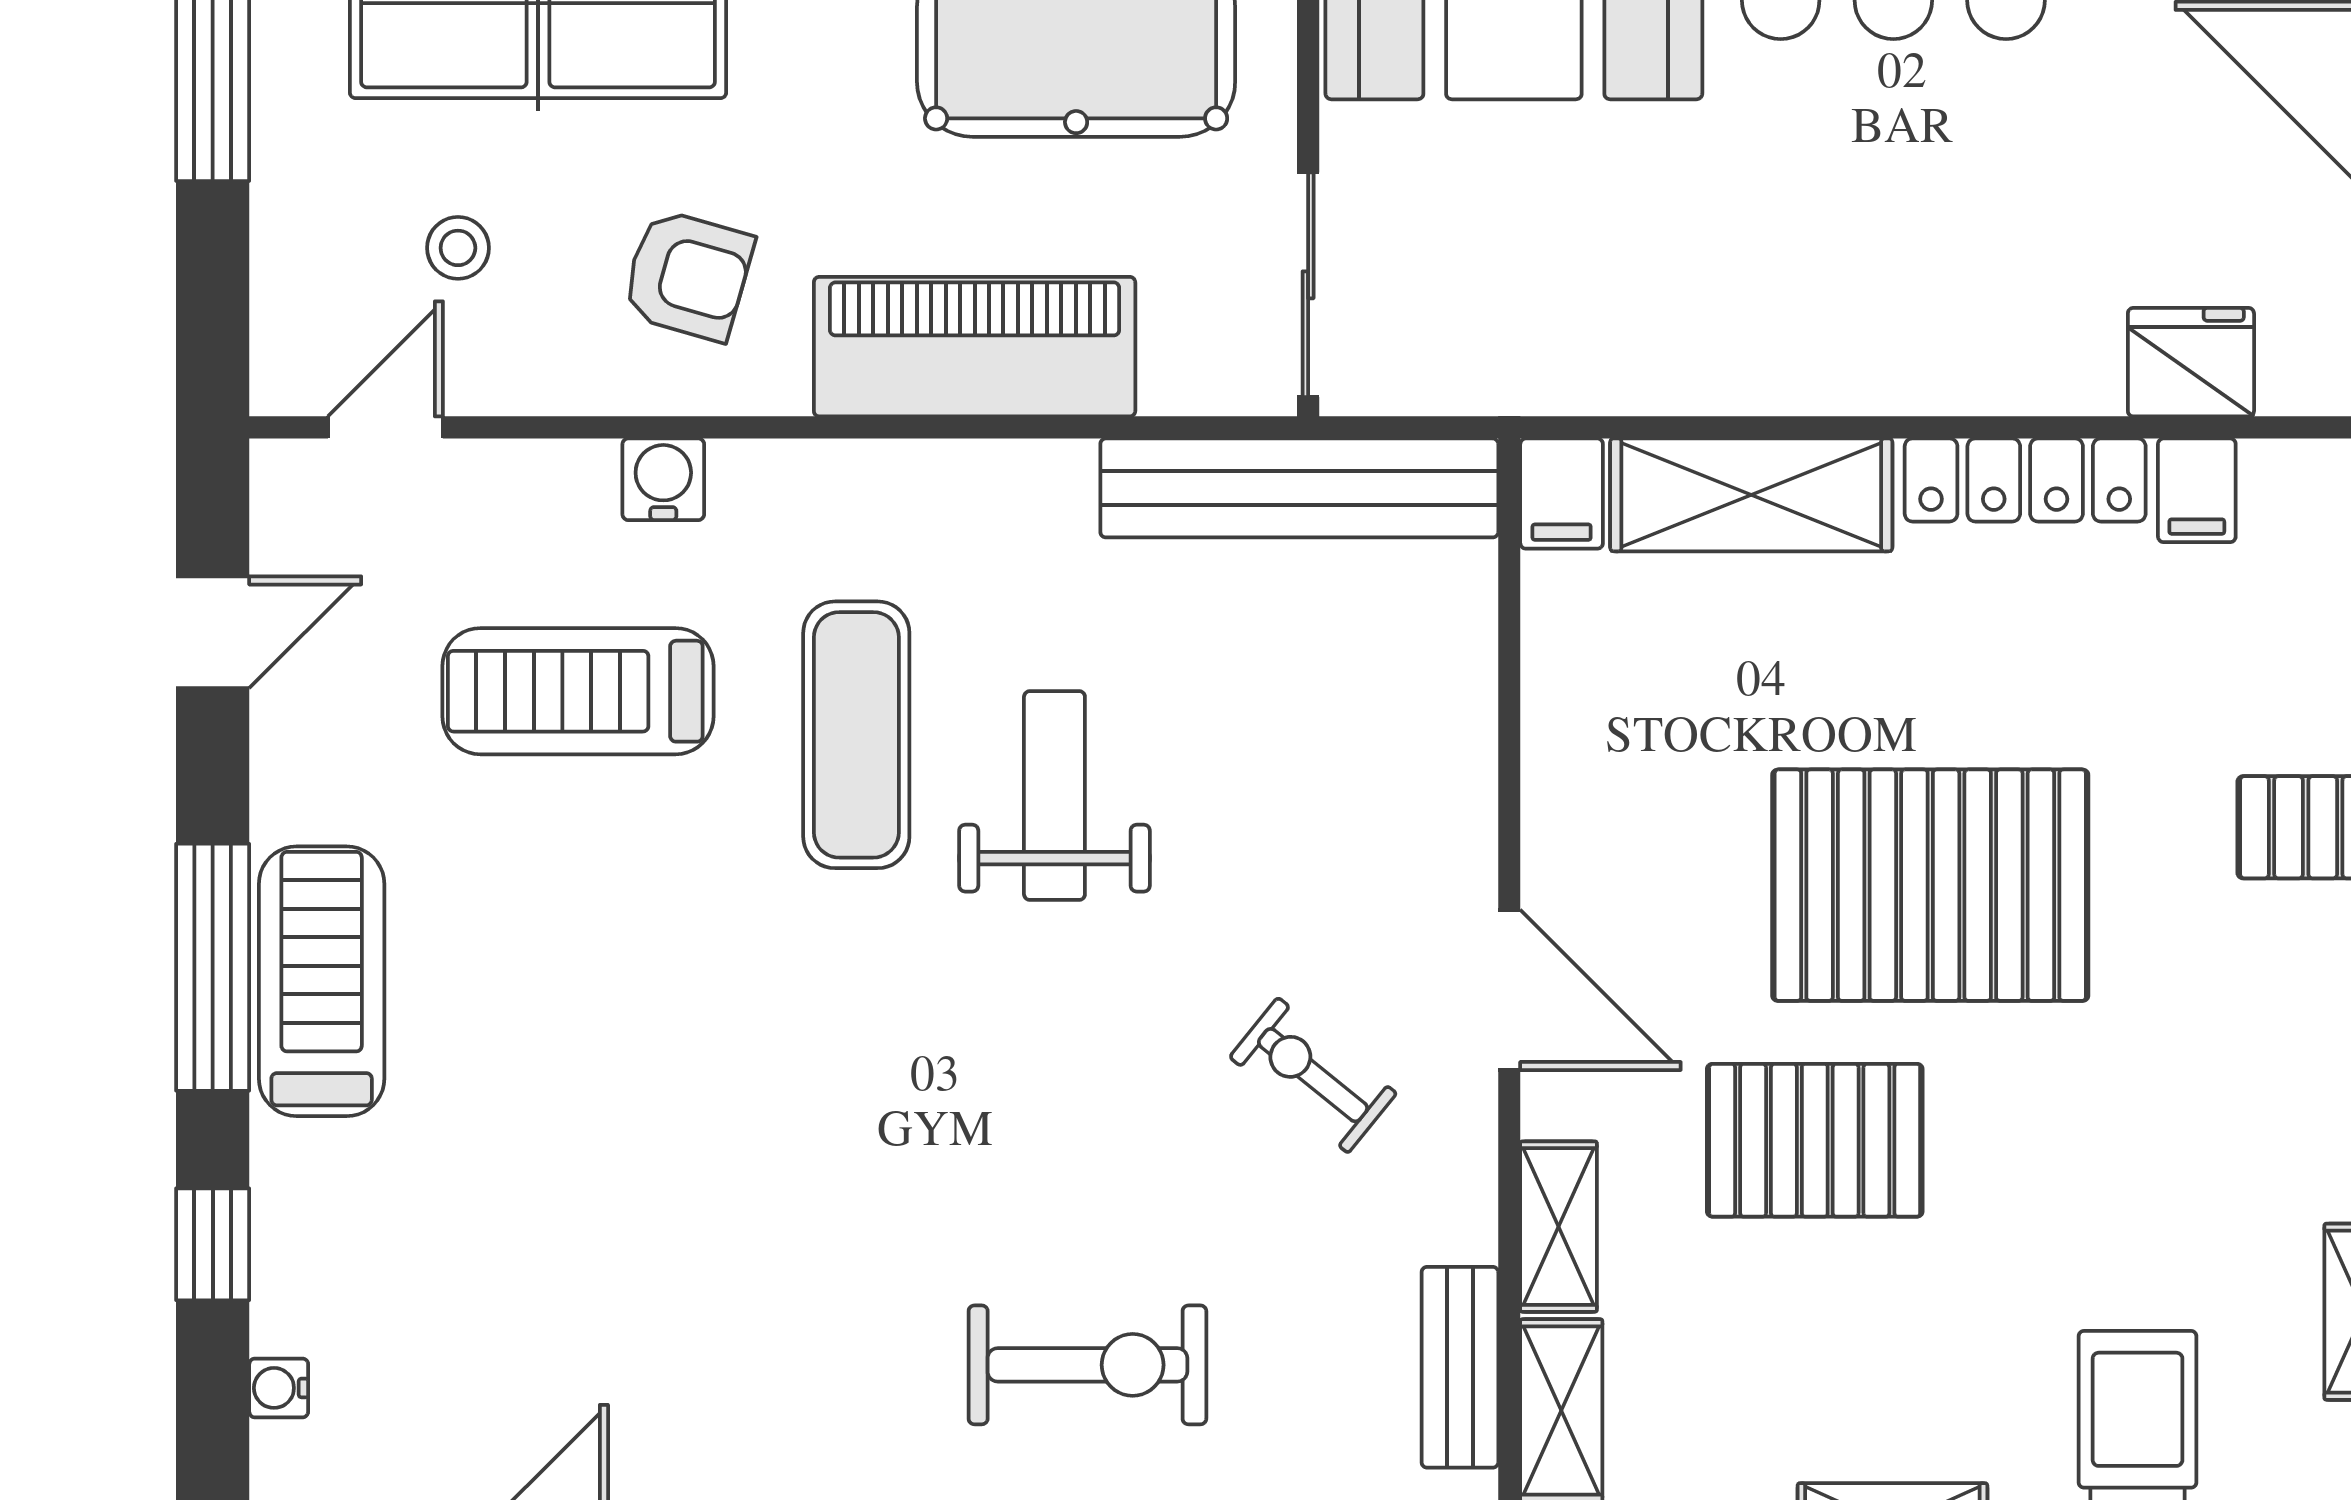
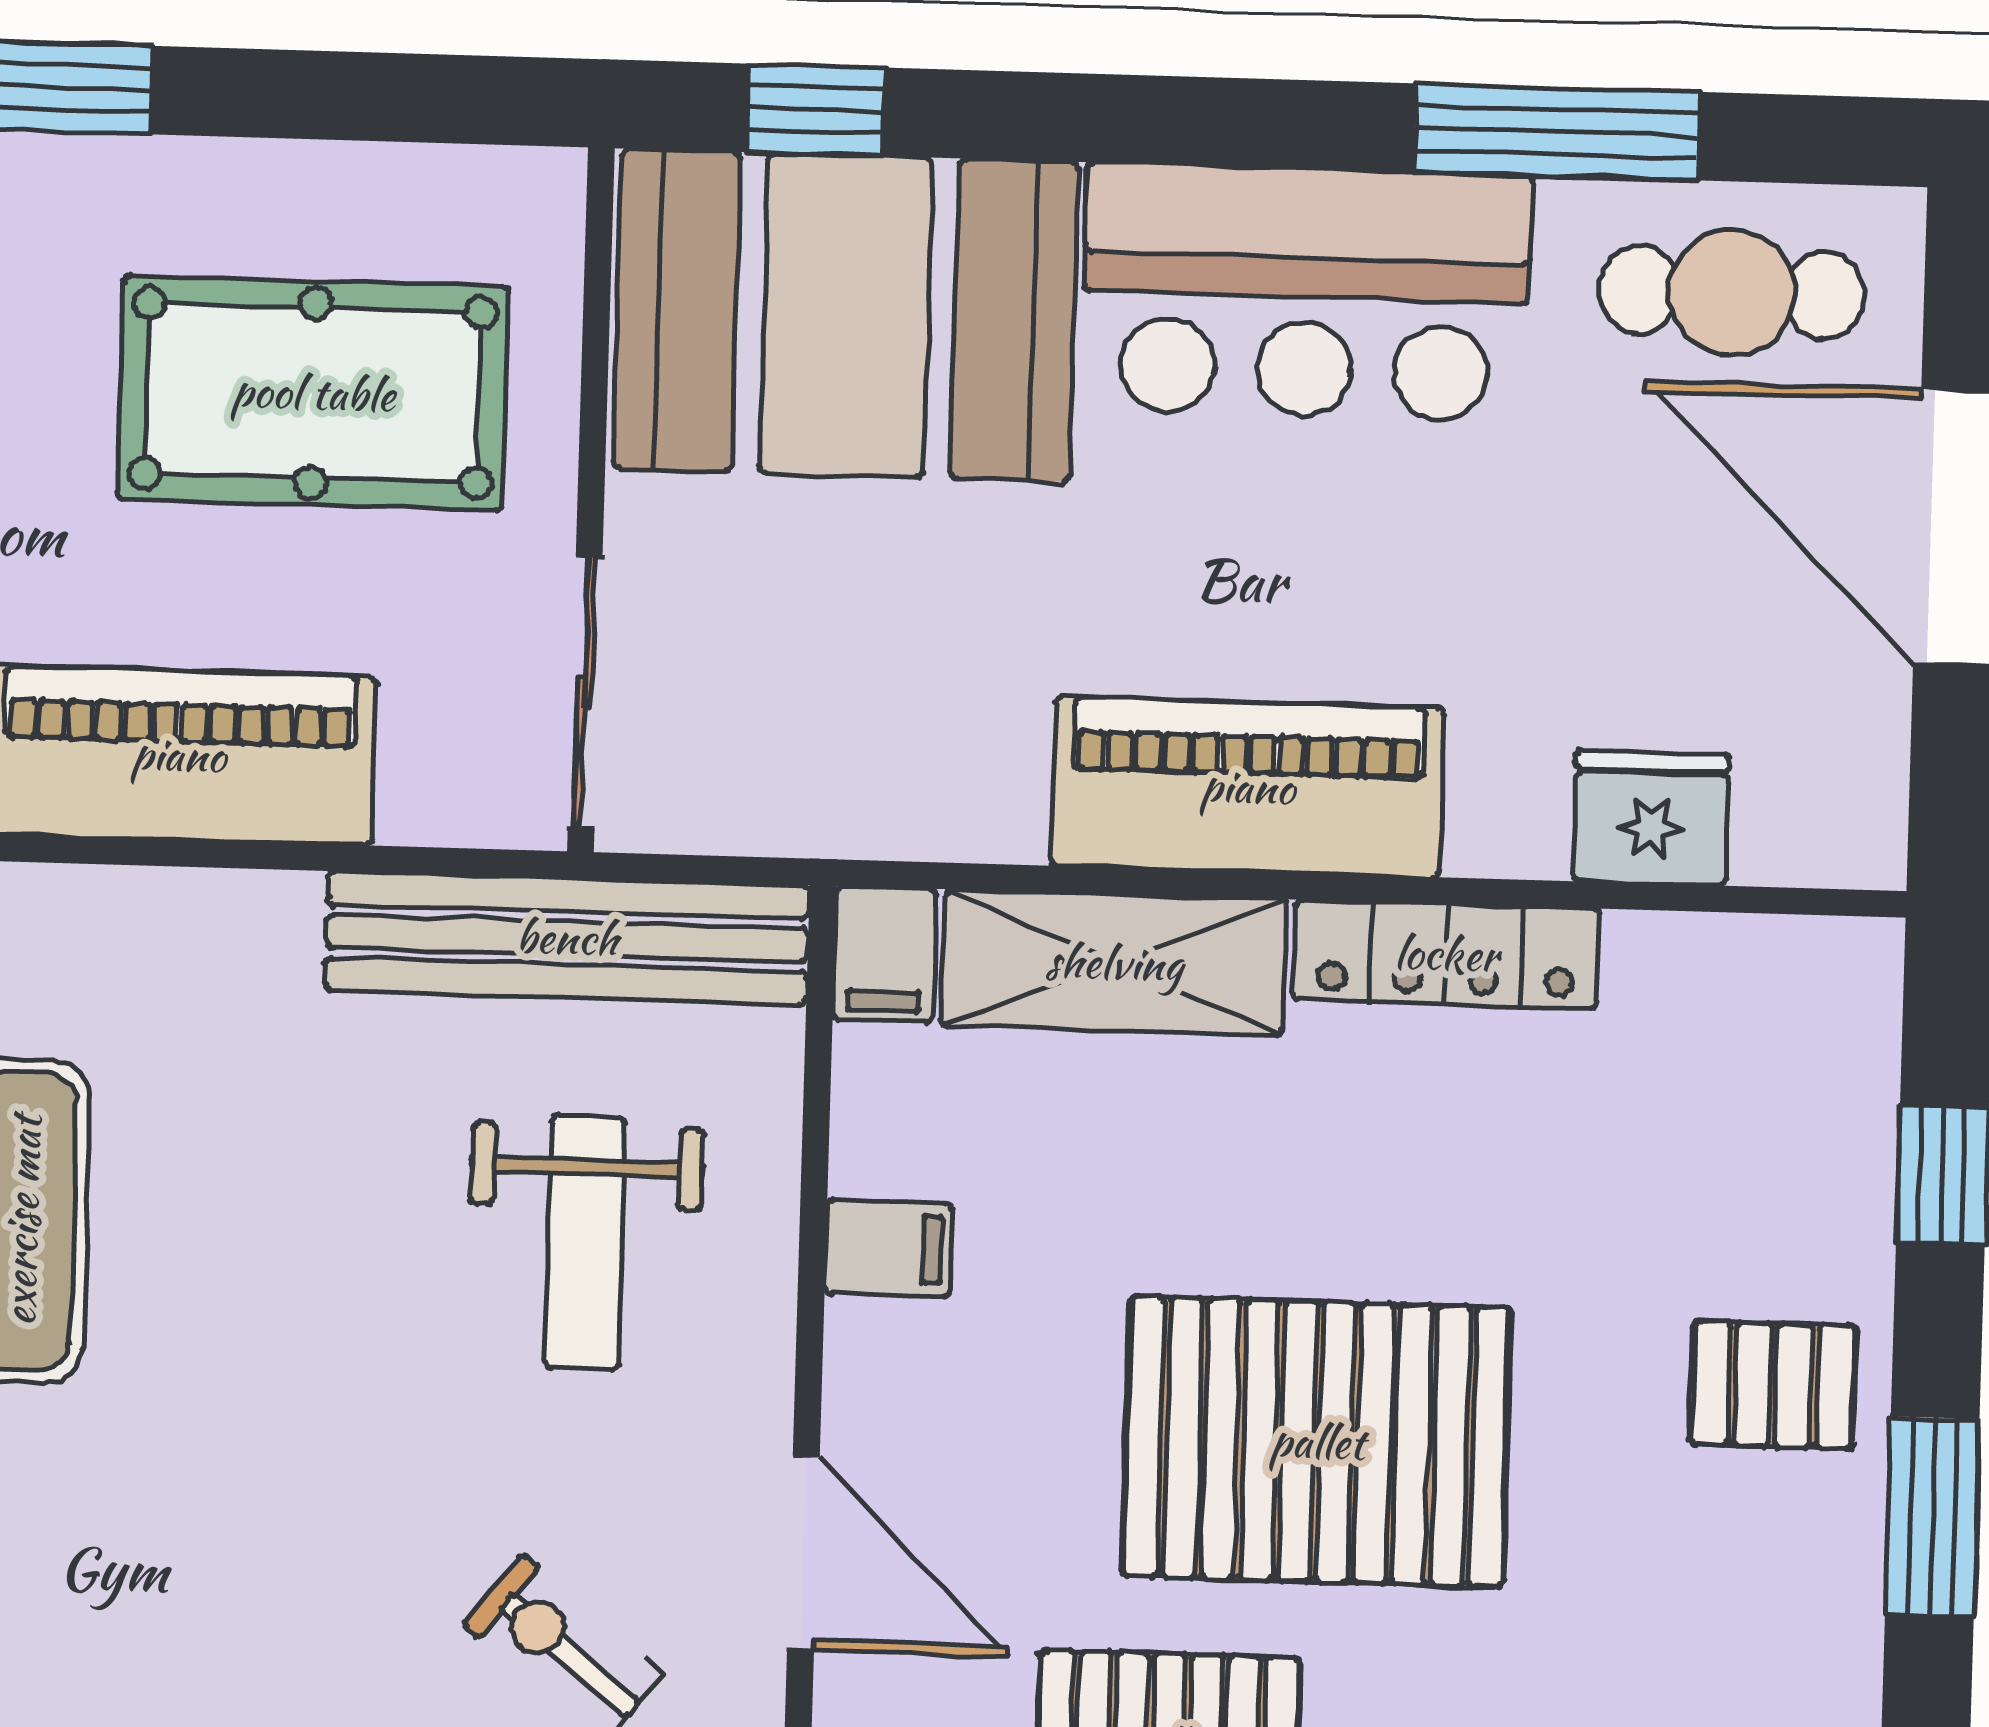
piano: (1857, 347) -> (1248, 787), added
filing cabinet: (2197, 490) -> (889, 1248), moved, turned -90
weight bench: (1054, 796) -> (585, 1243), moved, turned 180

